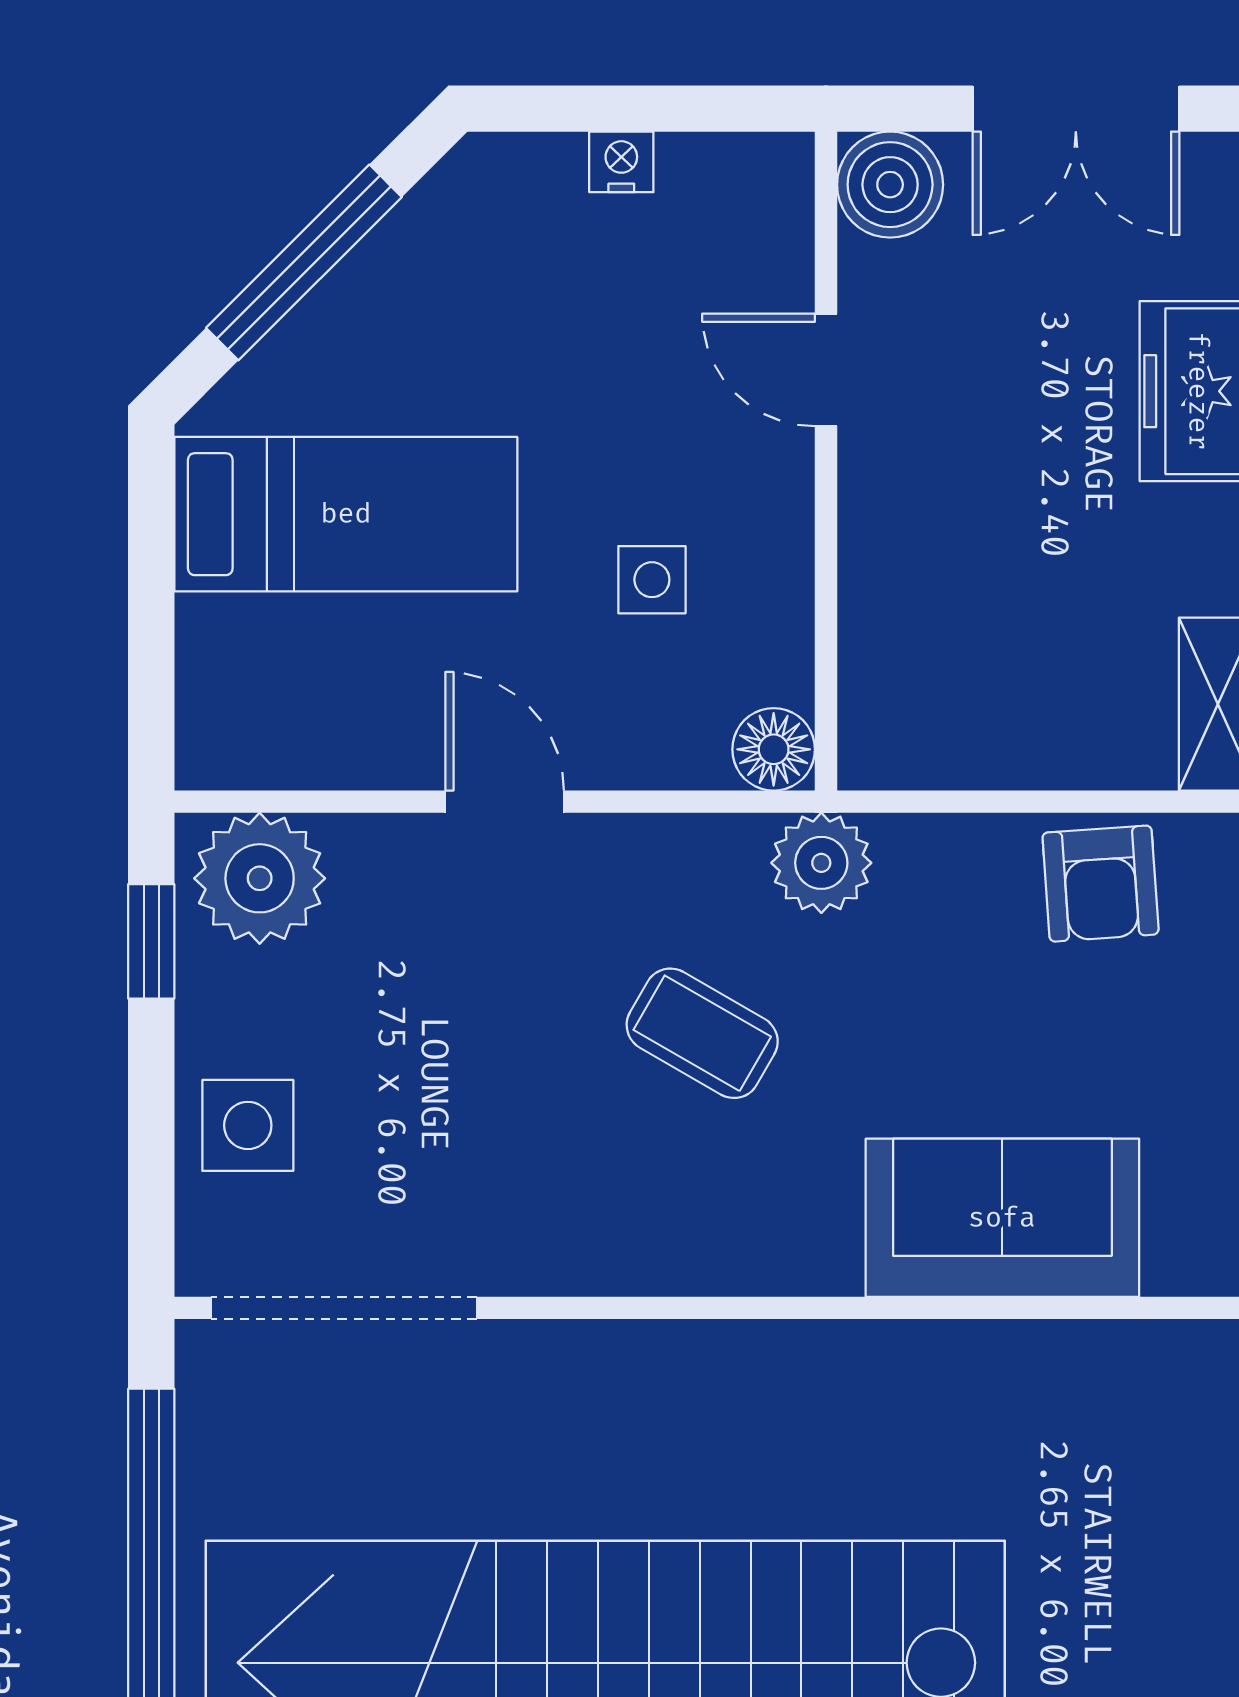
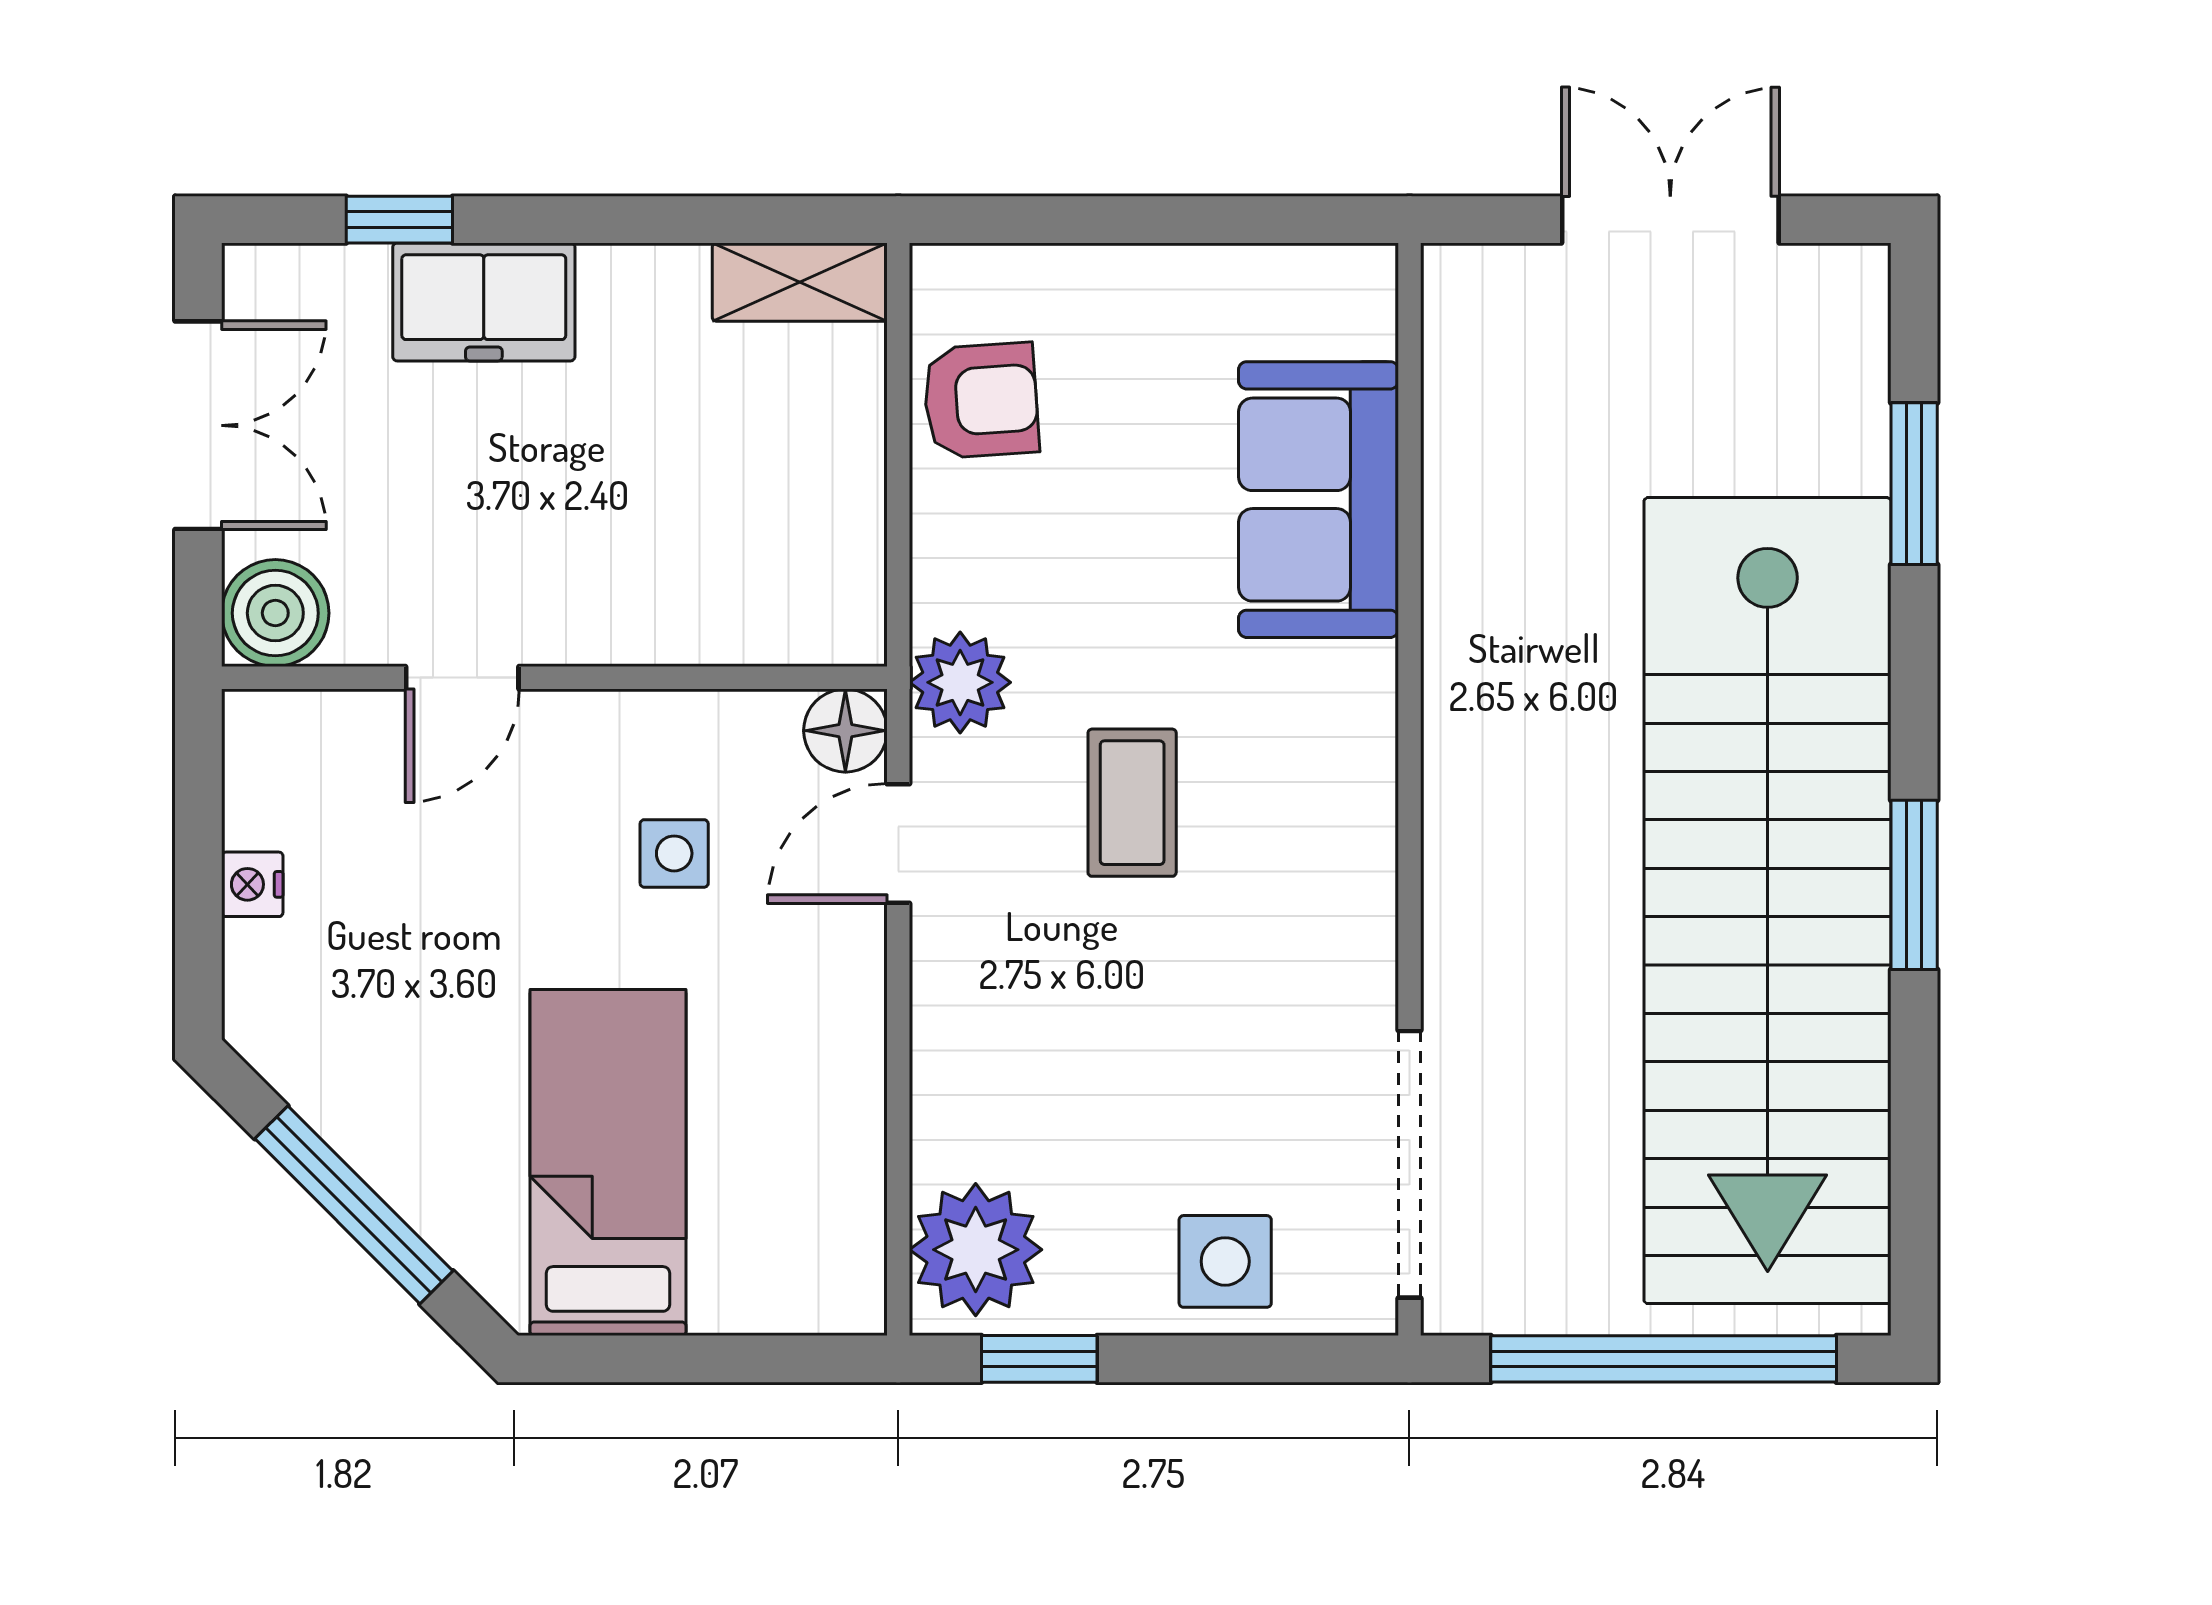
door: (505, 802) -> (898, 843), moved
coffee table: (702, 1033) -> (1132, 803), turned -30

